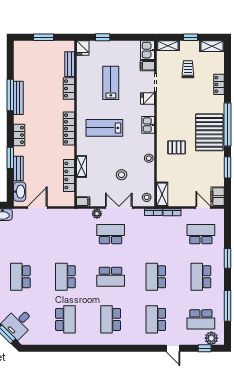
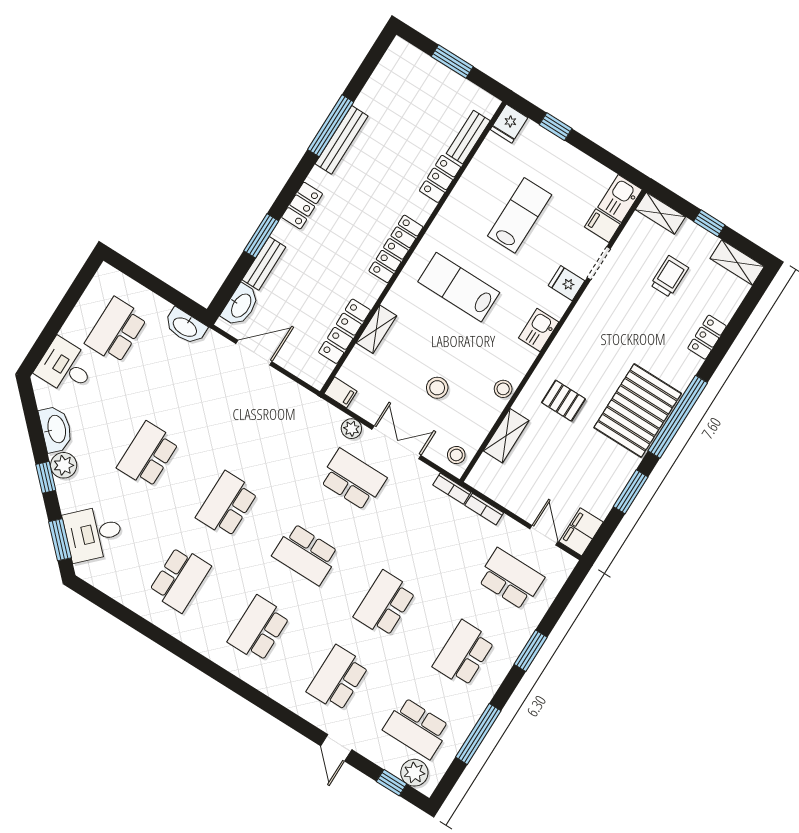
shelving: (162, 194) -> (506, 436), moved

